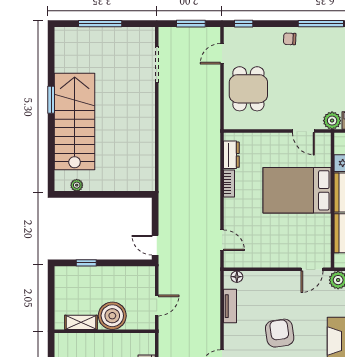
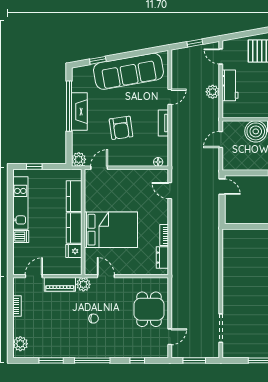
window: (244, 24) -> (137, 360), moved
chair: (290, 39) -> (94, 319), moved
tv unit: (230, 306) -> (163, 123), moved
armchair: (280, 333) -> (121, 128), moved

